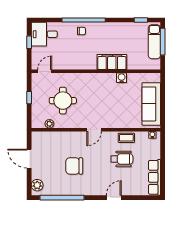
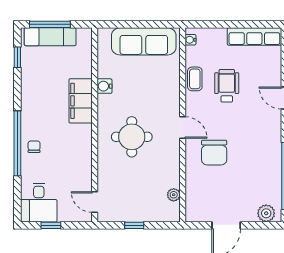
round table: (63, 101) -> (132, 137), moved
chair: (74, 166) -> (214, 153), moved

